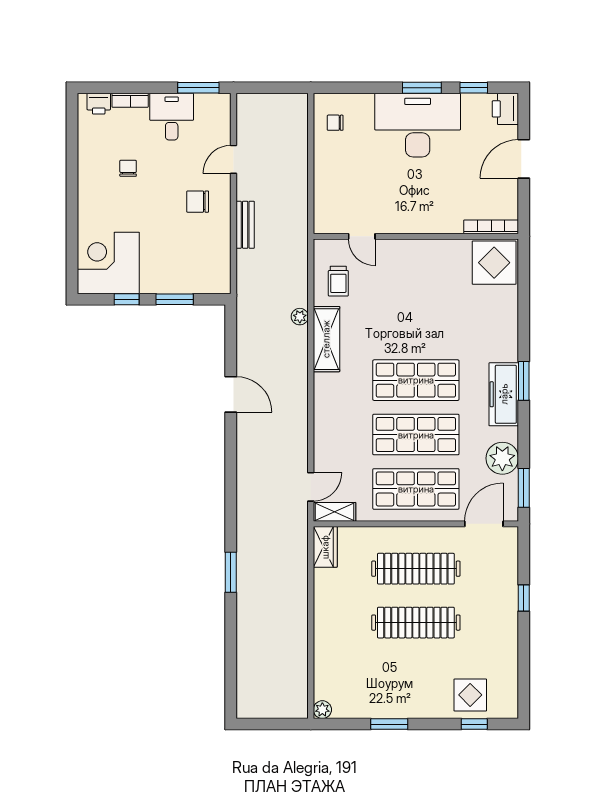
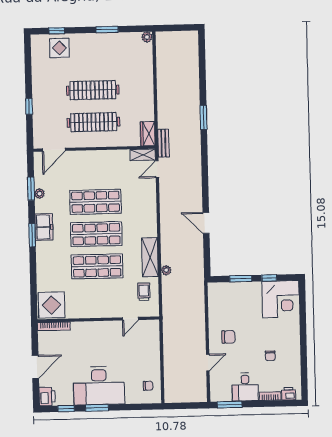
bench: (245, 225) -> (163, 143), moved
door: (362, 236) -> (131, 319), swing flipped
freezer: (504, 394) -> (44, 227), width x0.71
plant: (502, 458) -> (39, 194), width x0.53, depth x0.53
window: (524, 488) -> (31, 189), moved
shop shelf: (416, 489) -> (97, 266), moved

